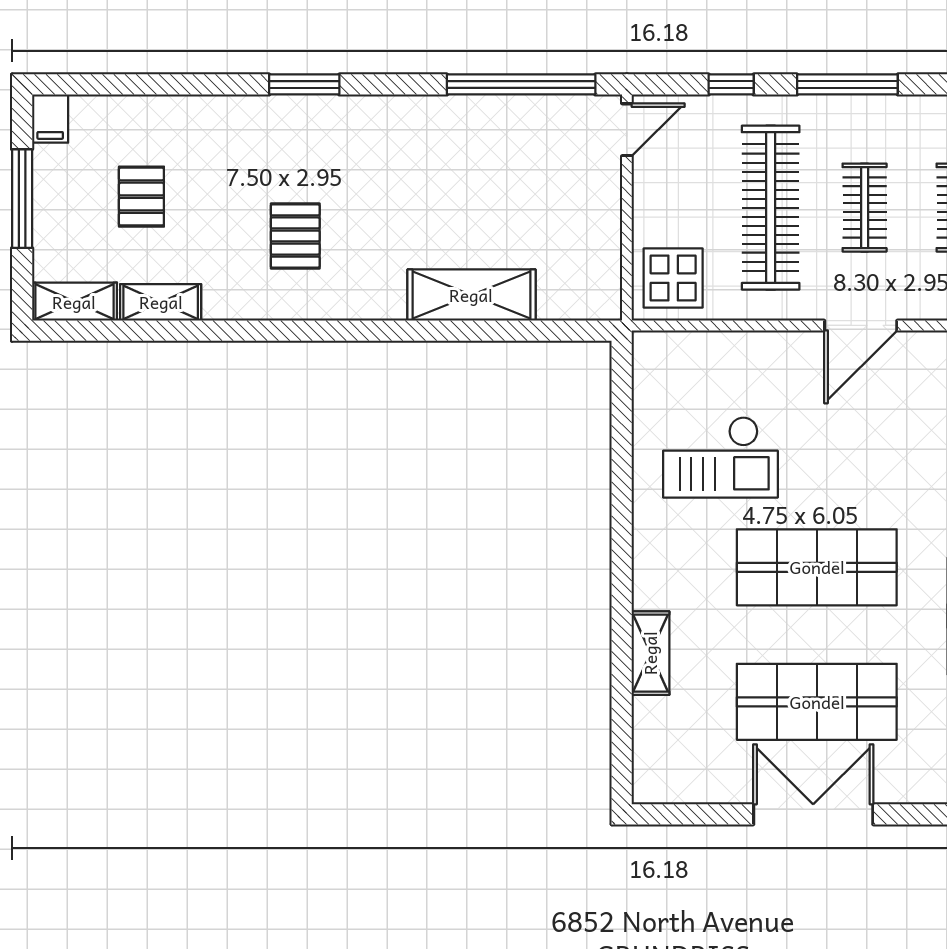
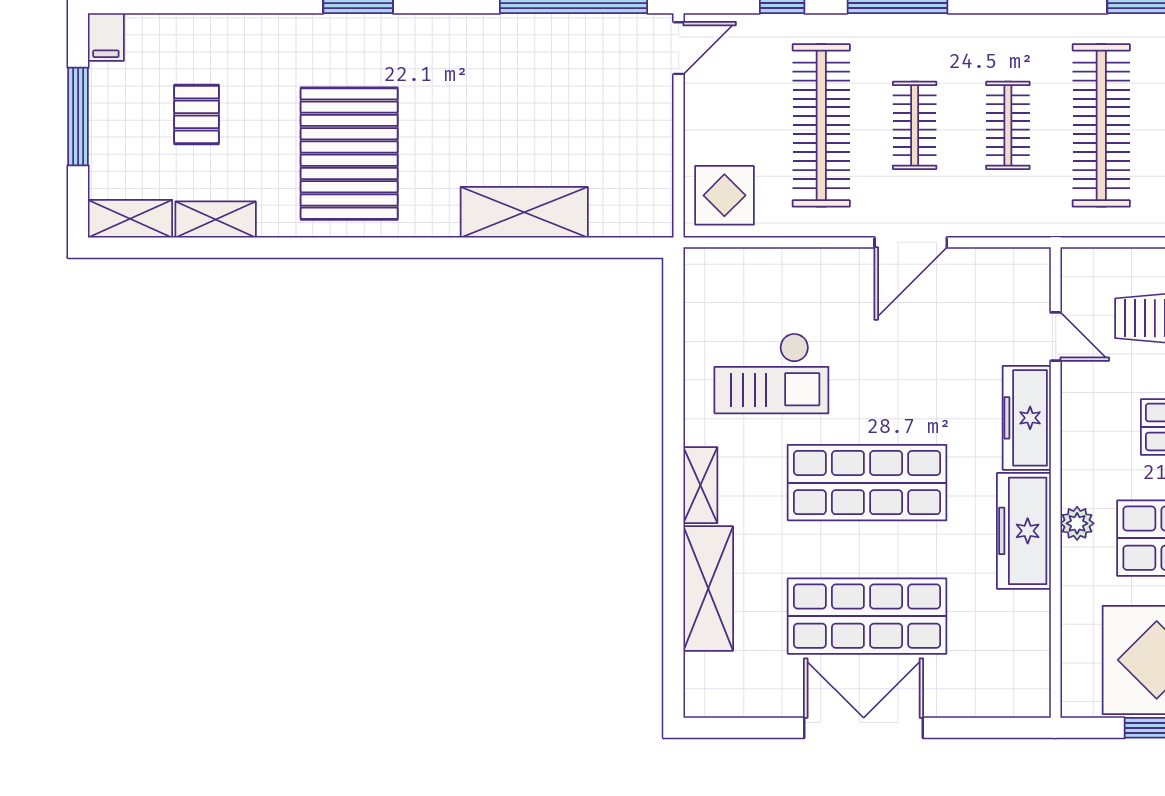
pallet: (295, 236) -> (349, 154), width x2.05, depth x2.00
shelving: (649, 570) -> (700, 485), added
shelving: (650, 653) -> (708, 589), width x1.50, depth x1.33

